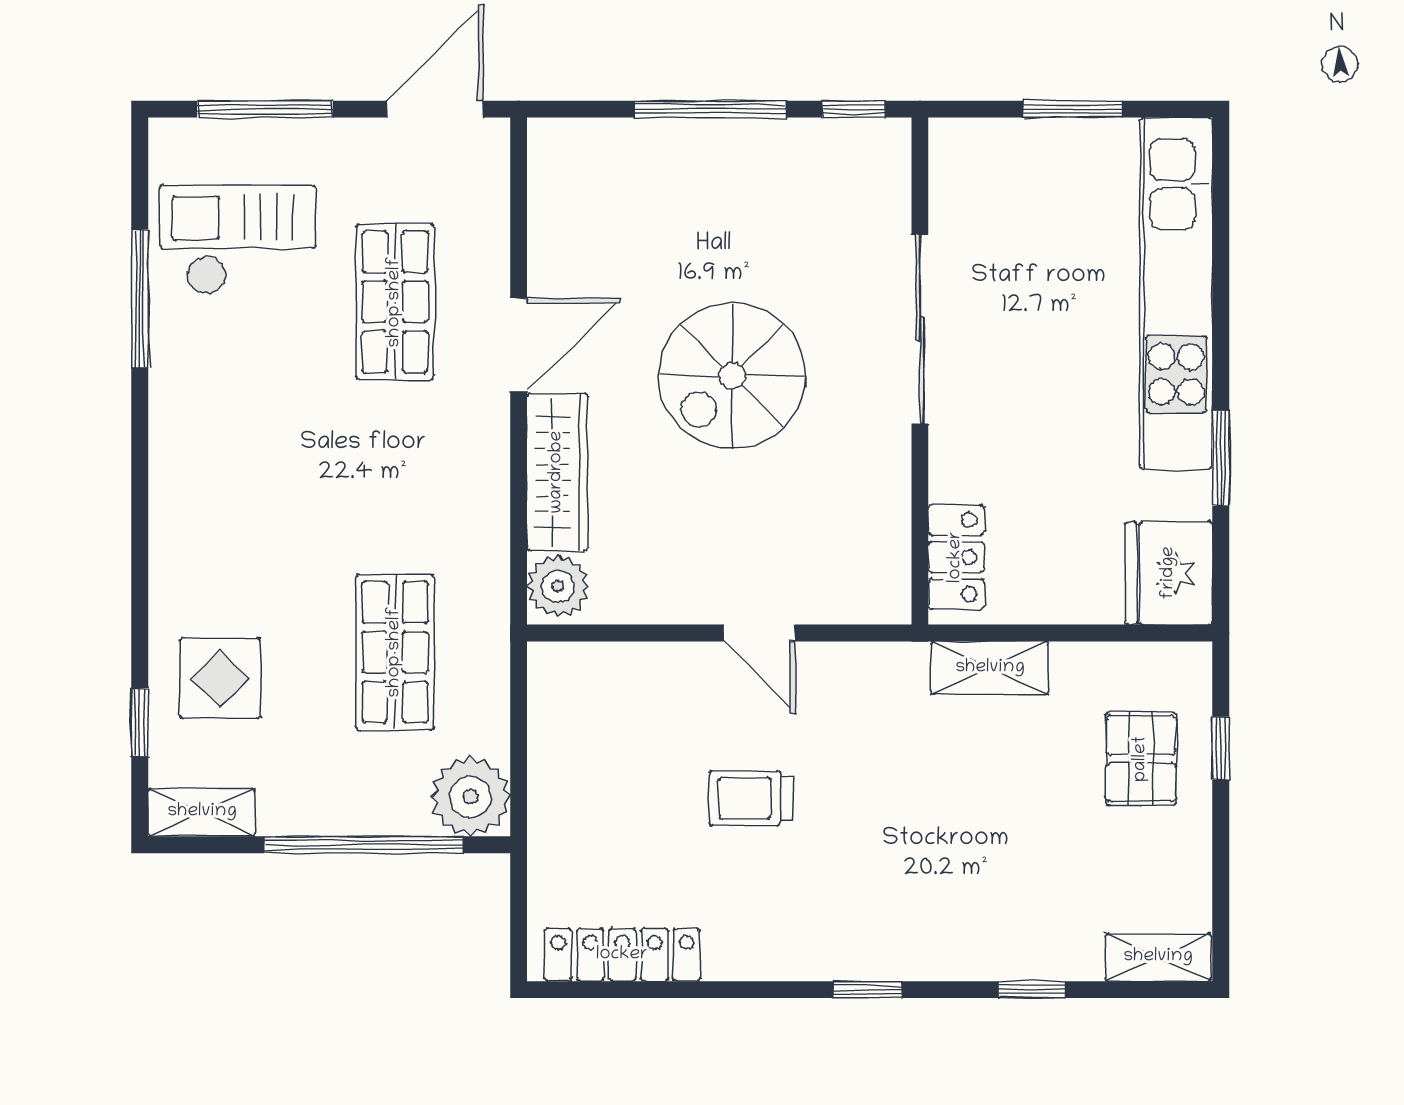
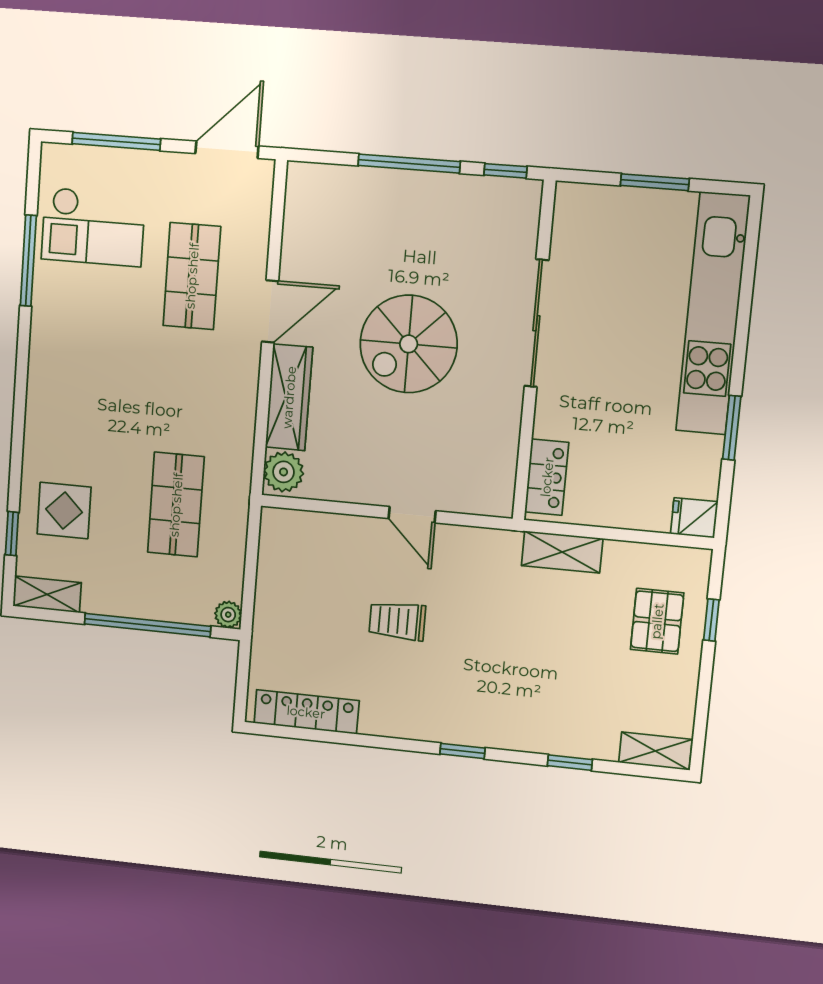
checkout: (238, 240) -> (93, 227), turned 180
fridge: (1169, 573) -> (694, 518), width x0.53, depth x0.75
plant: (471, 797) -> (228, 615), width x0.53, depth x0.53

